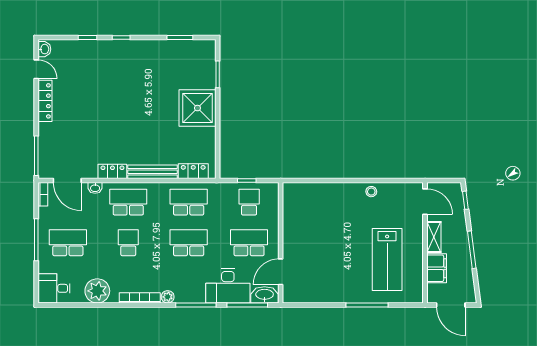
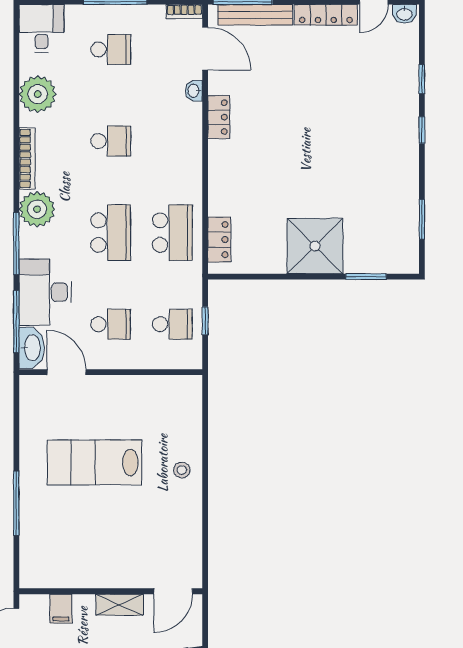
bench: (153, 172) -> (255, 15), moved, turned 90
door: (67, 180) -> (205, 49), swing flipped
stool: (371, 192) -> (182, 470), moved
school desk: (128, 202) -> (172, 141), removed
school desk: (68, 243) -> (111, 49), width x0.54
school desk: (249, 243) -> (111, 324), width x0.54
lab bench: (387, 259) -> (94, 462), moved
filing cabinet: (437, 268) -> (61, 609), width x0.50
plant: (168, 297) -> (37, 209), width x1.87, depth x1.87

